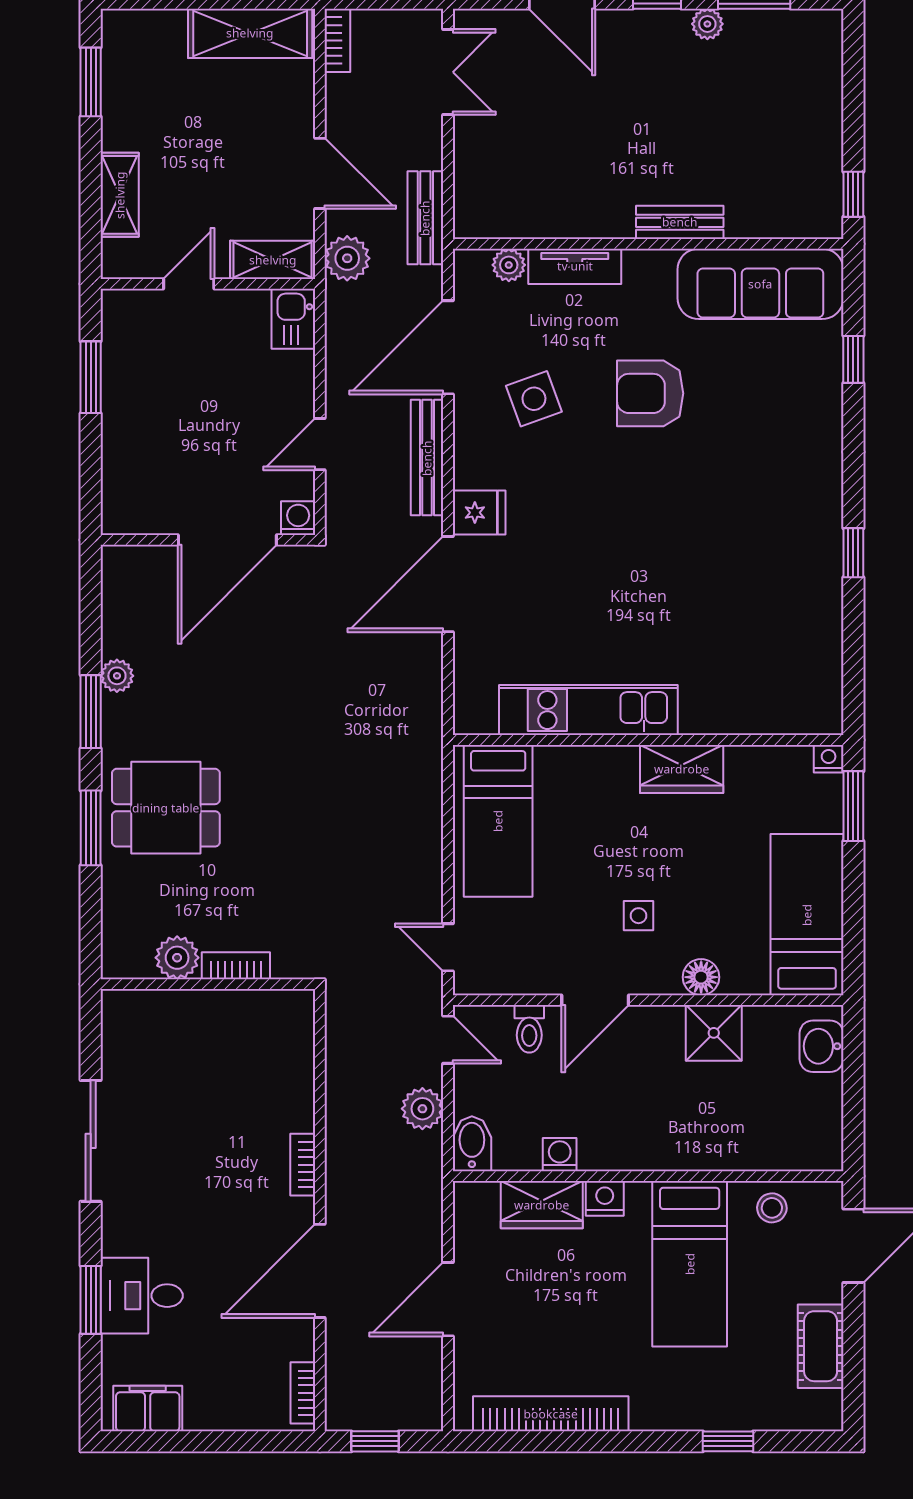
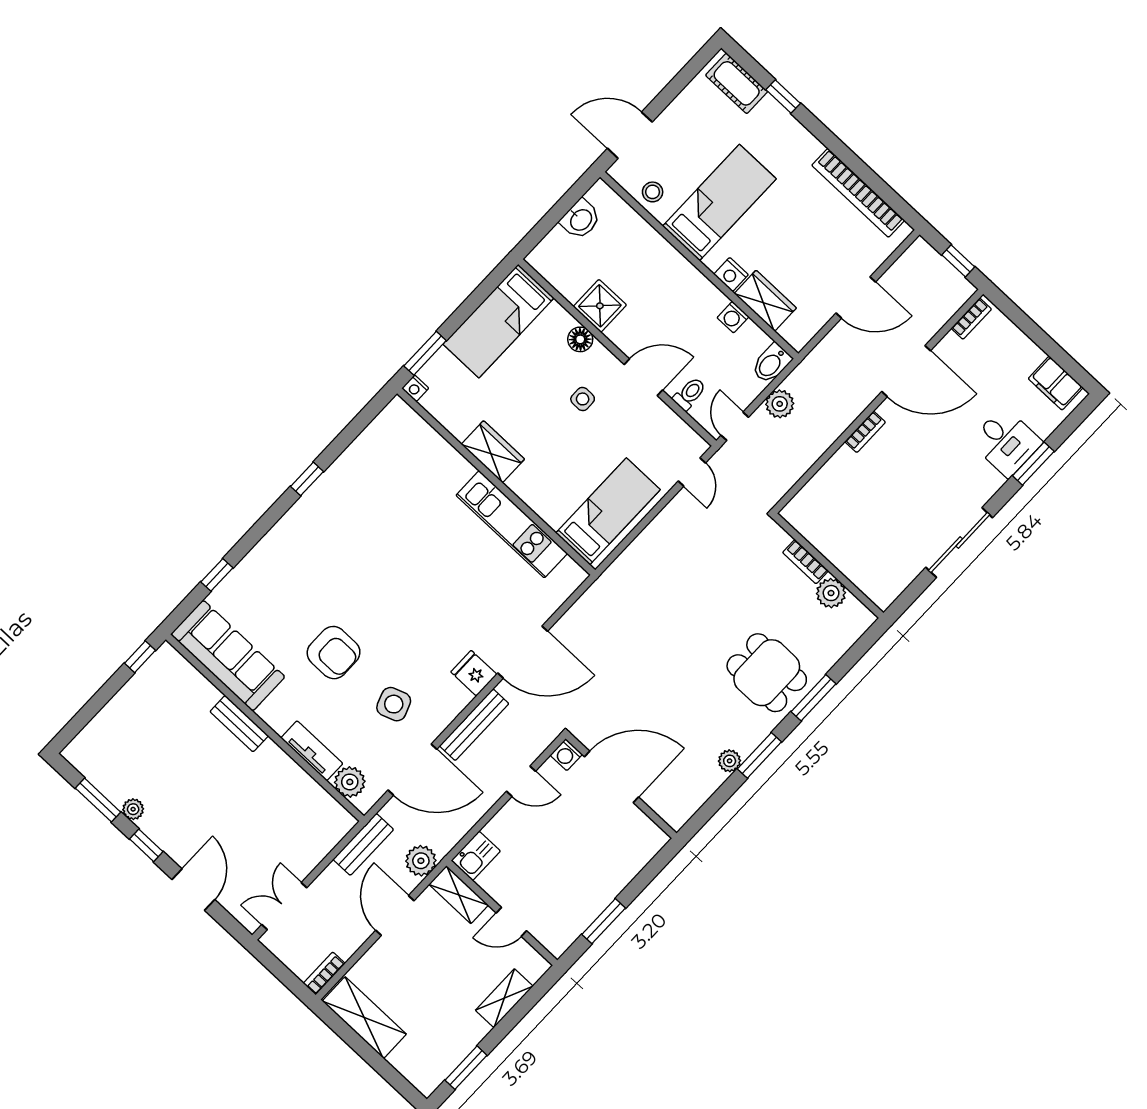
plant: (509, 265) -> (350, 782), width x1.38, depth x1.38
washbasin: (821, 1046) -> (580, 219), moved
cot: (821, 1346) -> (737, 83), moved, turned 90

